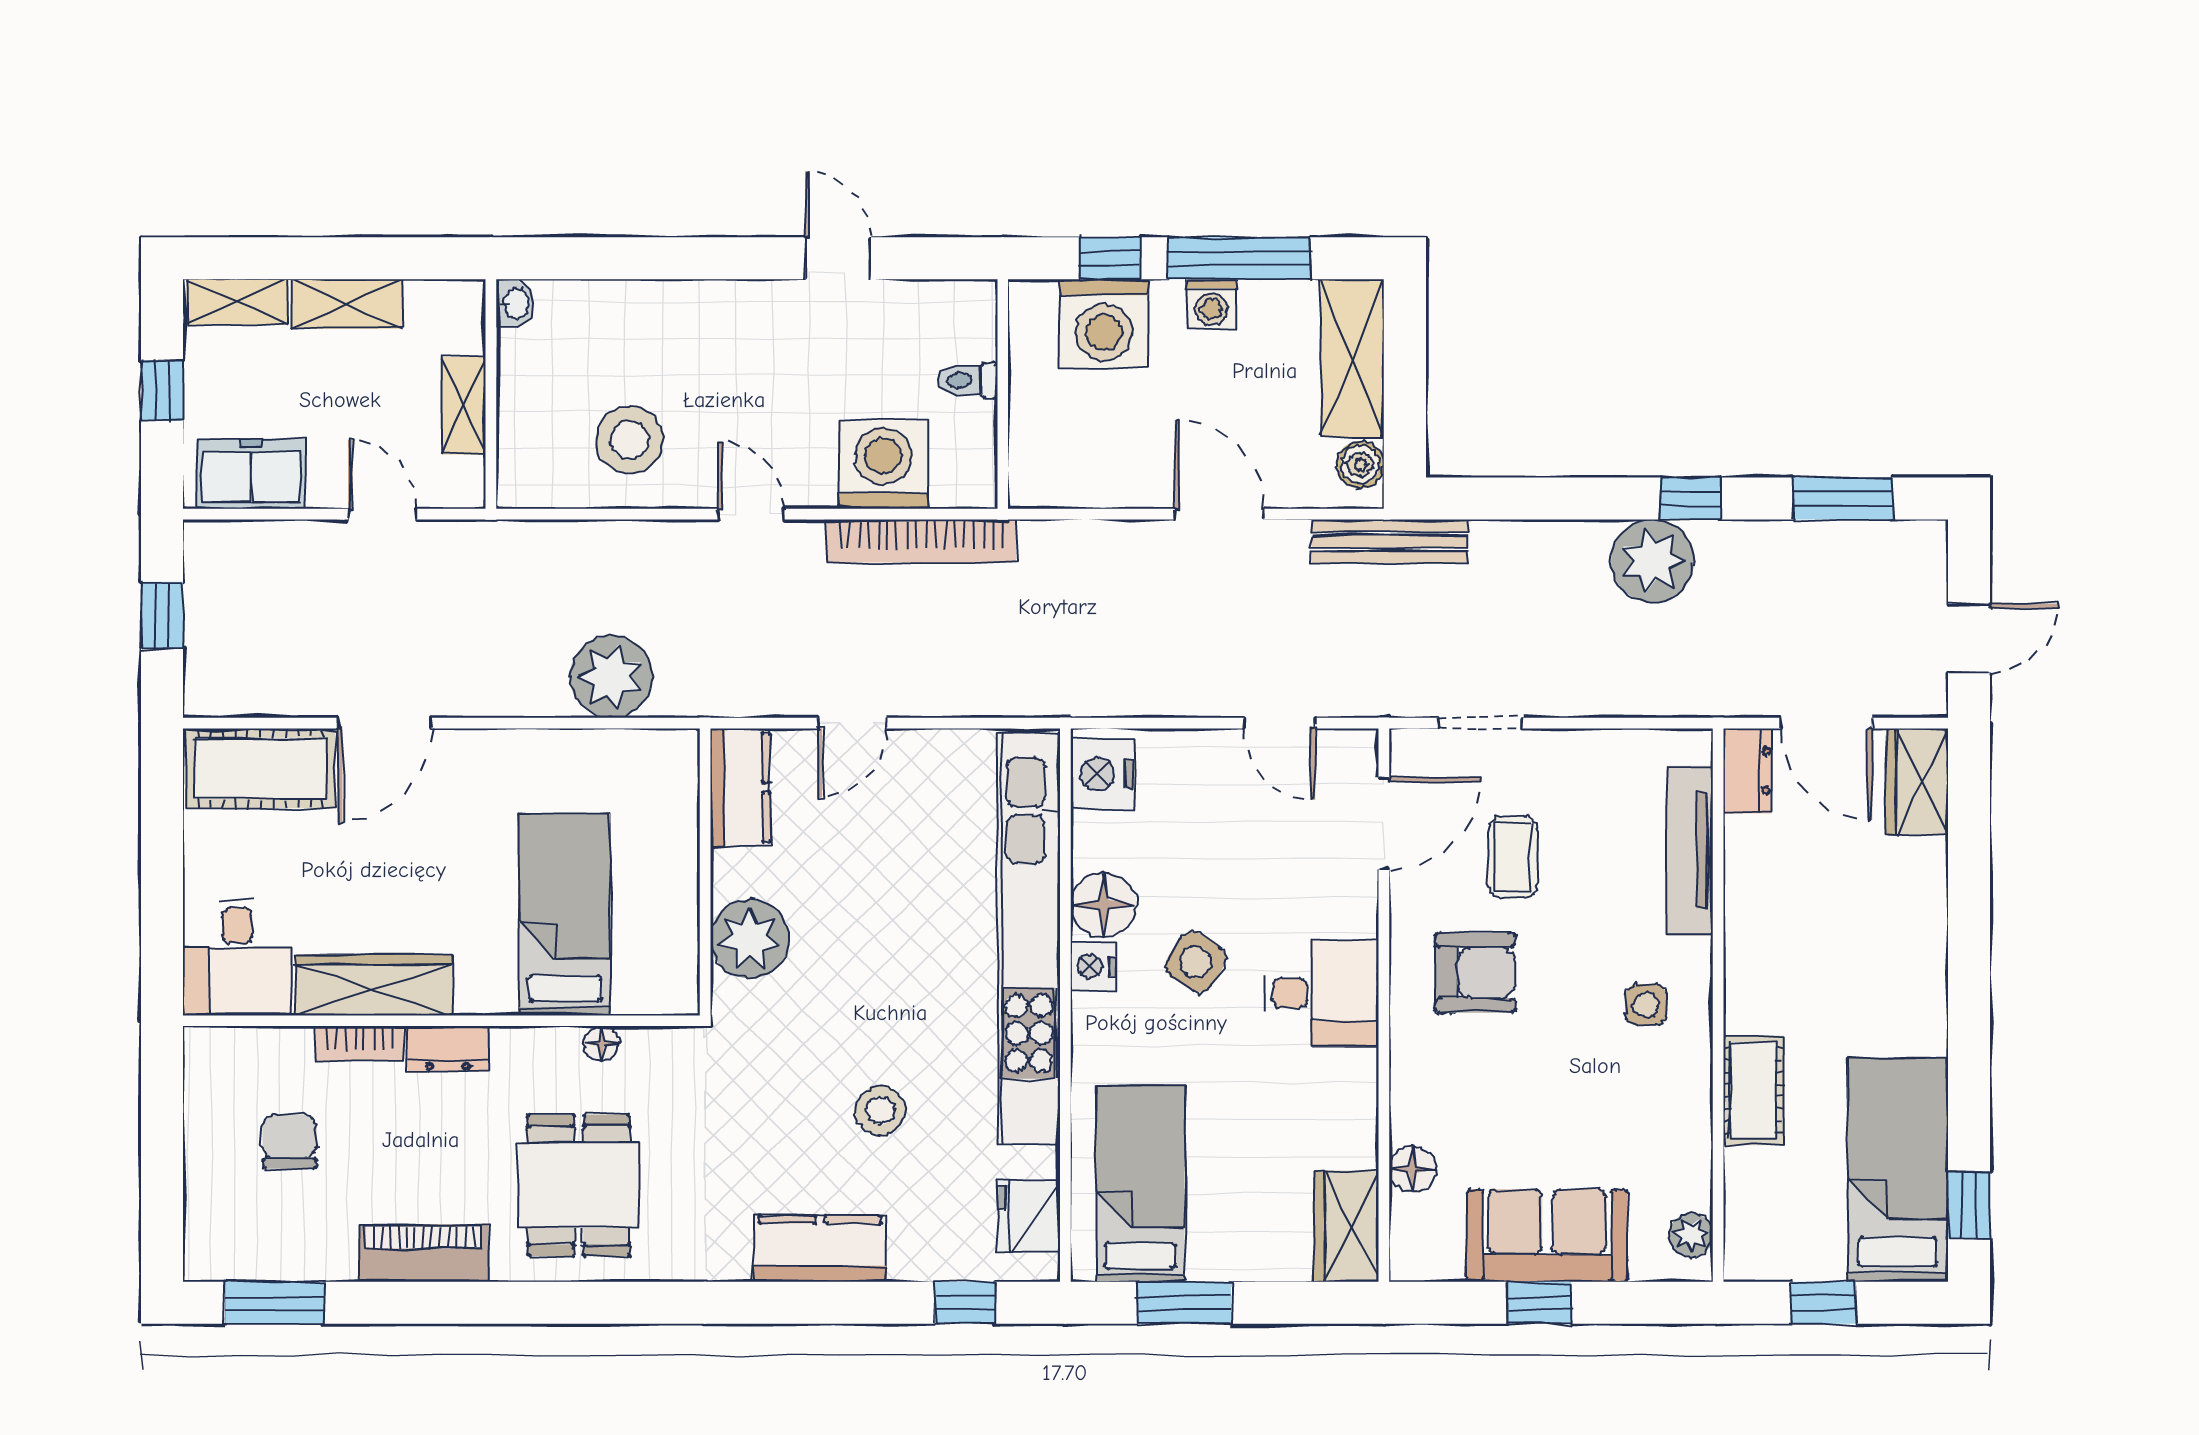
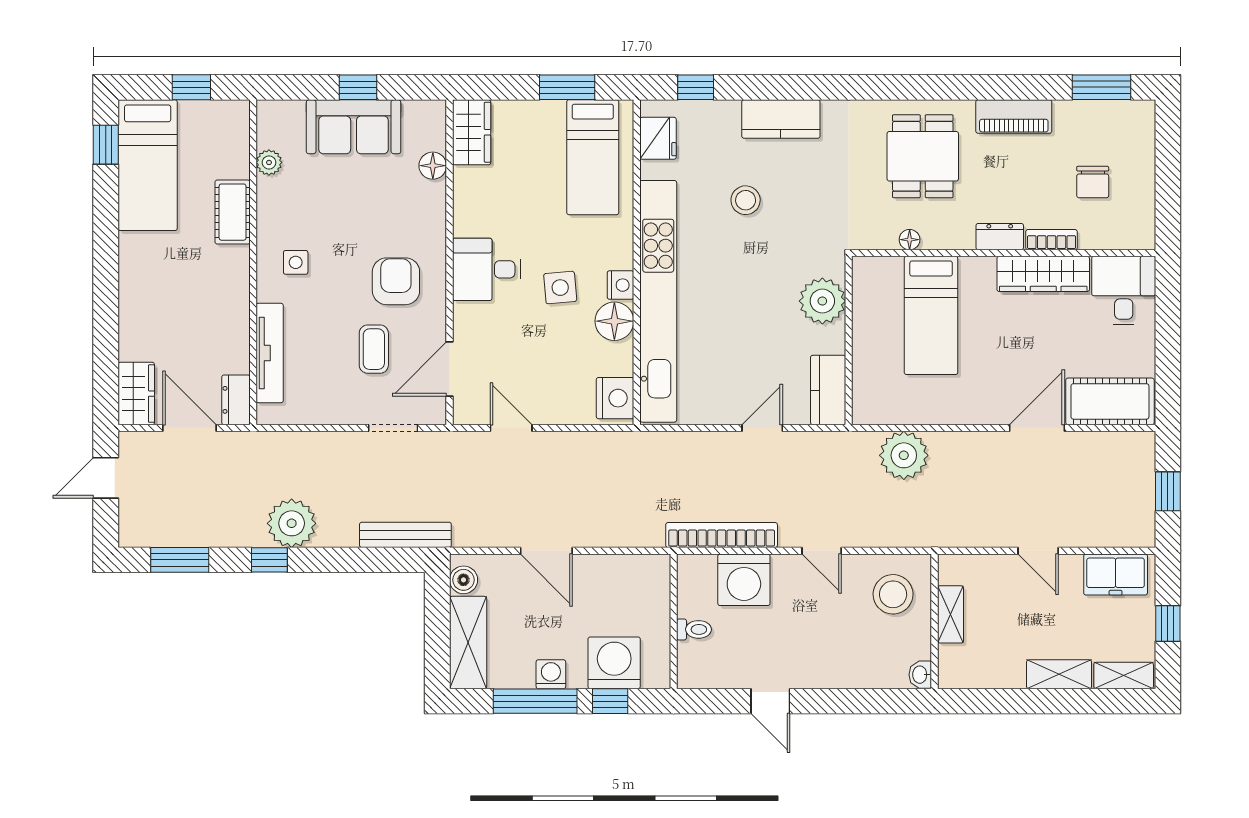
washbasin: (515, 303) -> (920, 675), moved
wall: (491, 394) -> (935, 621), moved
shelving: (464, 406) -> (951, 614), moved
bench: (1390, 541) -> (405, 535), moved
side table: (1196, 962) -> (560, 288), turned -38
armchair: (1475, 973) -> (396, 281), turned 90
plant: (1691, 1235) -> (269, 162), moved

